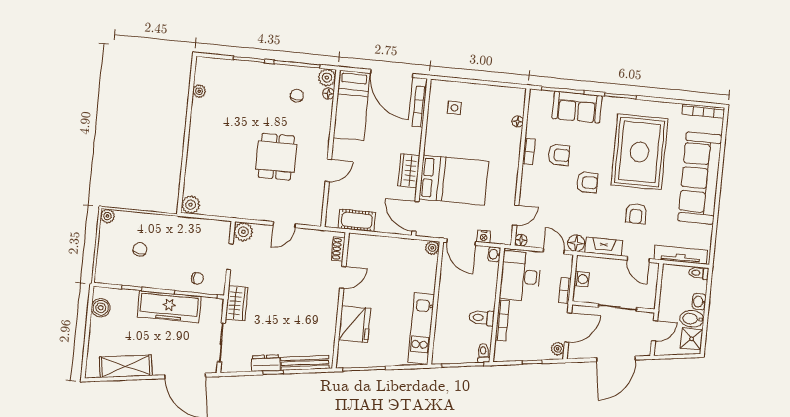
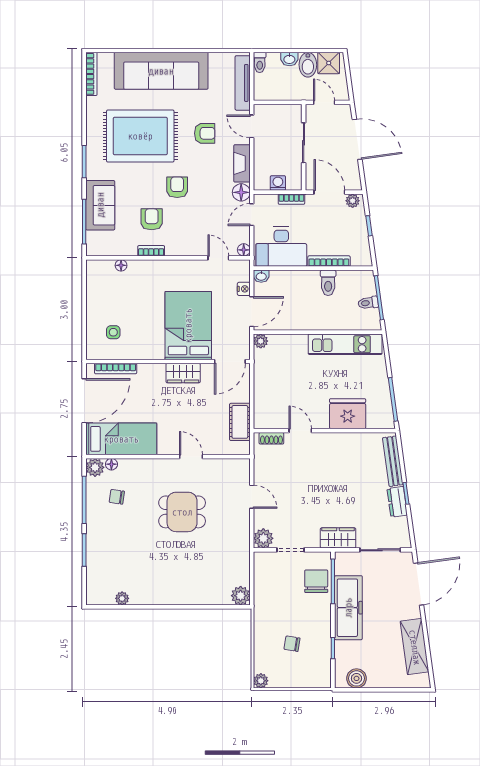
door: (638, 259) -> (252, 126), swing flipped
chair: (197, 278) -> (316, 581), width x1.87, depth x1.87
toilet: (483, 353) -> (368, 303), moved

